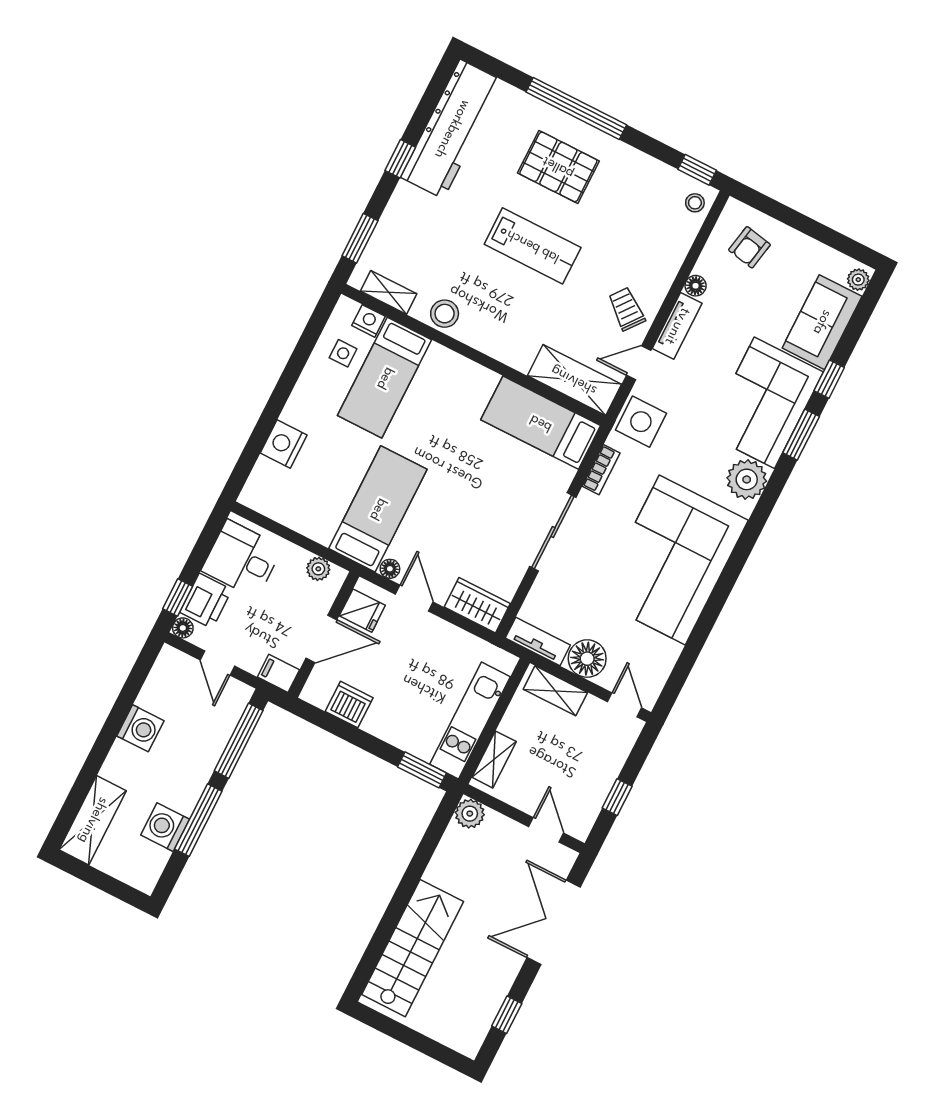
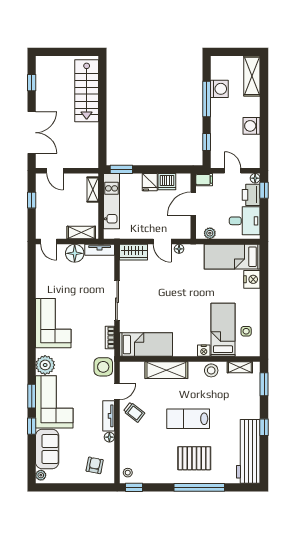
nightstand: (368, 321) -> (204, 351), moved
shelving: (574, 380) -> (166, 370), moved
bed: (378, 509) -> (232, 257), moved, turned 90
corner sofa: (672, 560) -> (53, 323), width x0.73, depth x0.74
fridge: (362, 611) -> (150, 182), moved, turned -90
window: (239, 741) -> (207, 142), width x0.46
plant: (470, 814) -> (91, 161), removed

